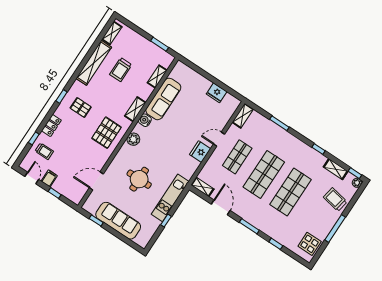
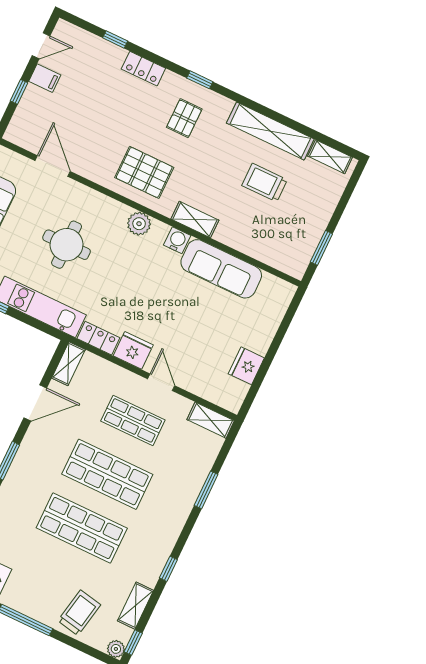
shelving: (157, 77) -> (261, 252), removed
trolley: (44, 151) -> (94, 62), removed
locker: (191, 169) -> (98, 338), added

